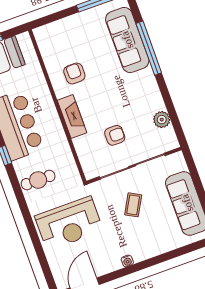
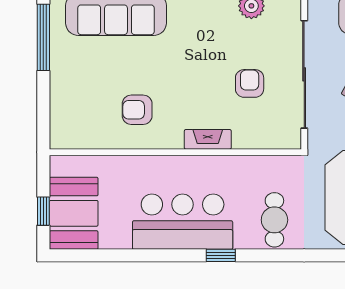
fireplace: (72, 117) -> (208, 139), width x0.73, depth x0.76

